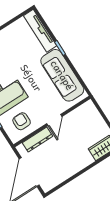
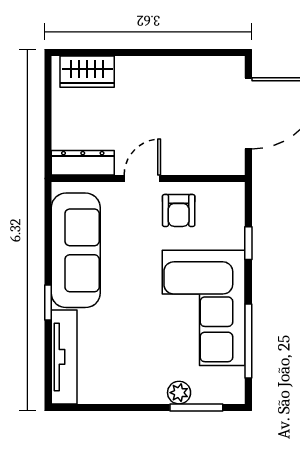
armchair: (22, 121) -> (179, 210), moved
dresser: (37, 140) -> (83, 163), moved

